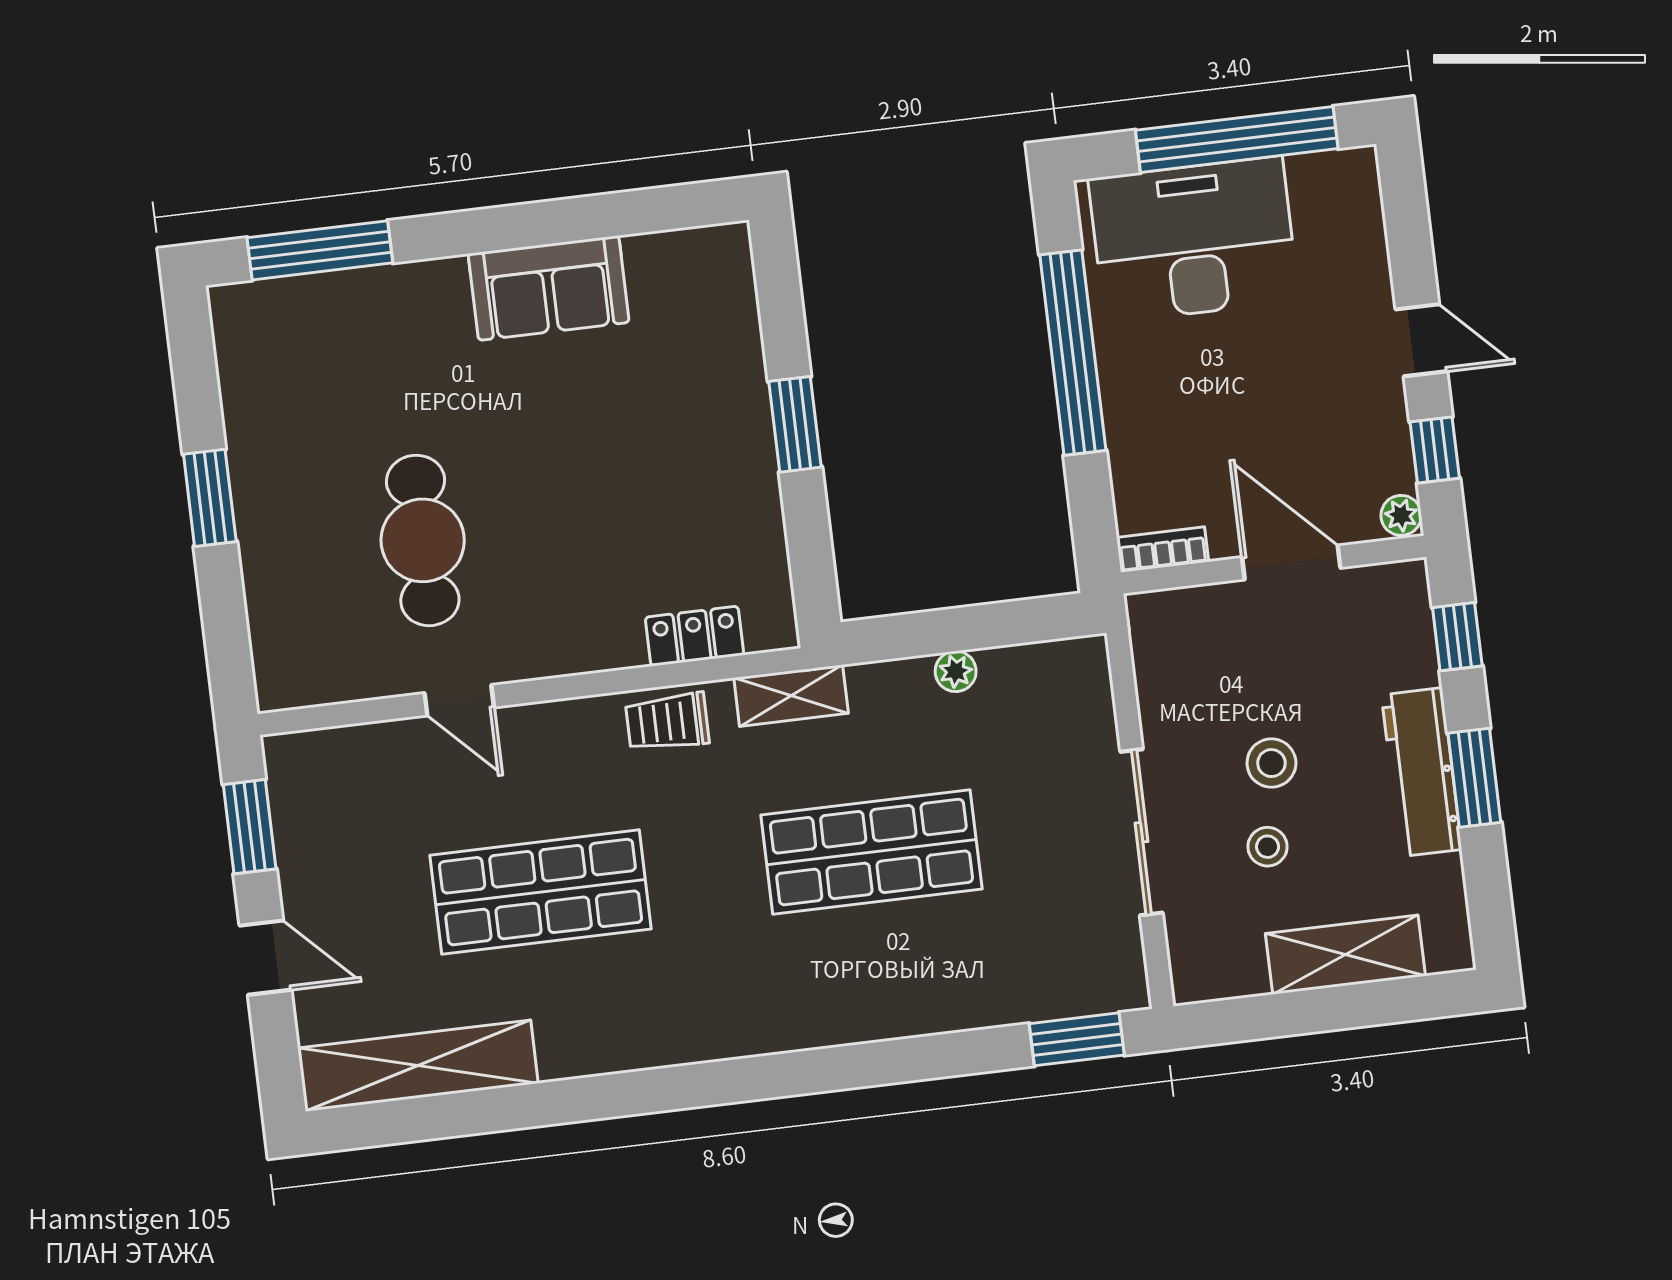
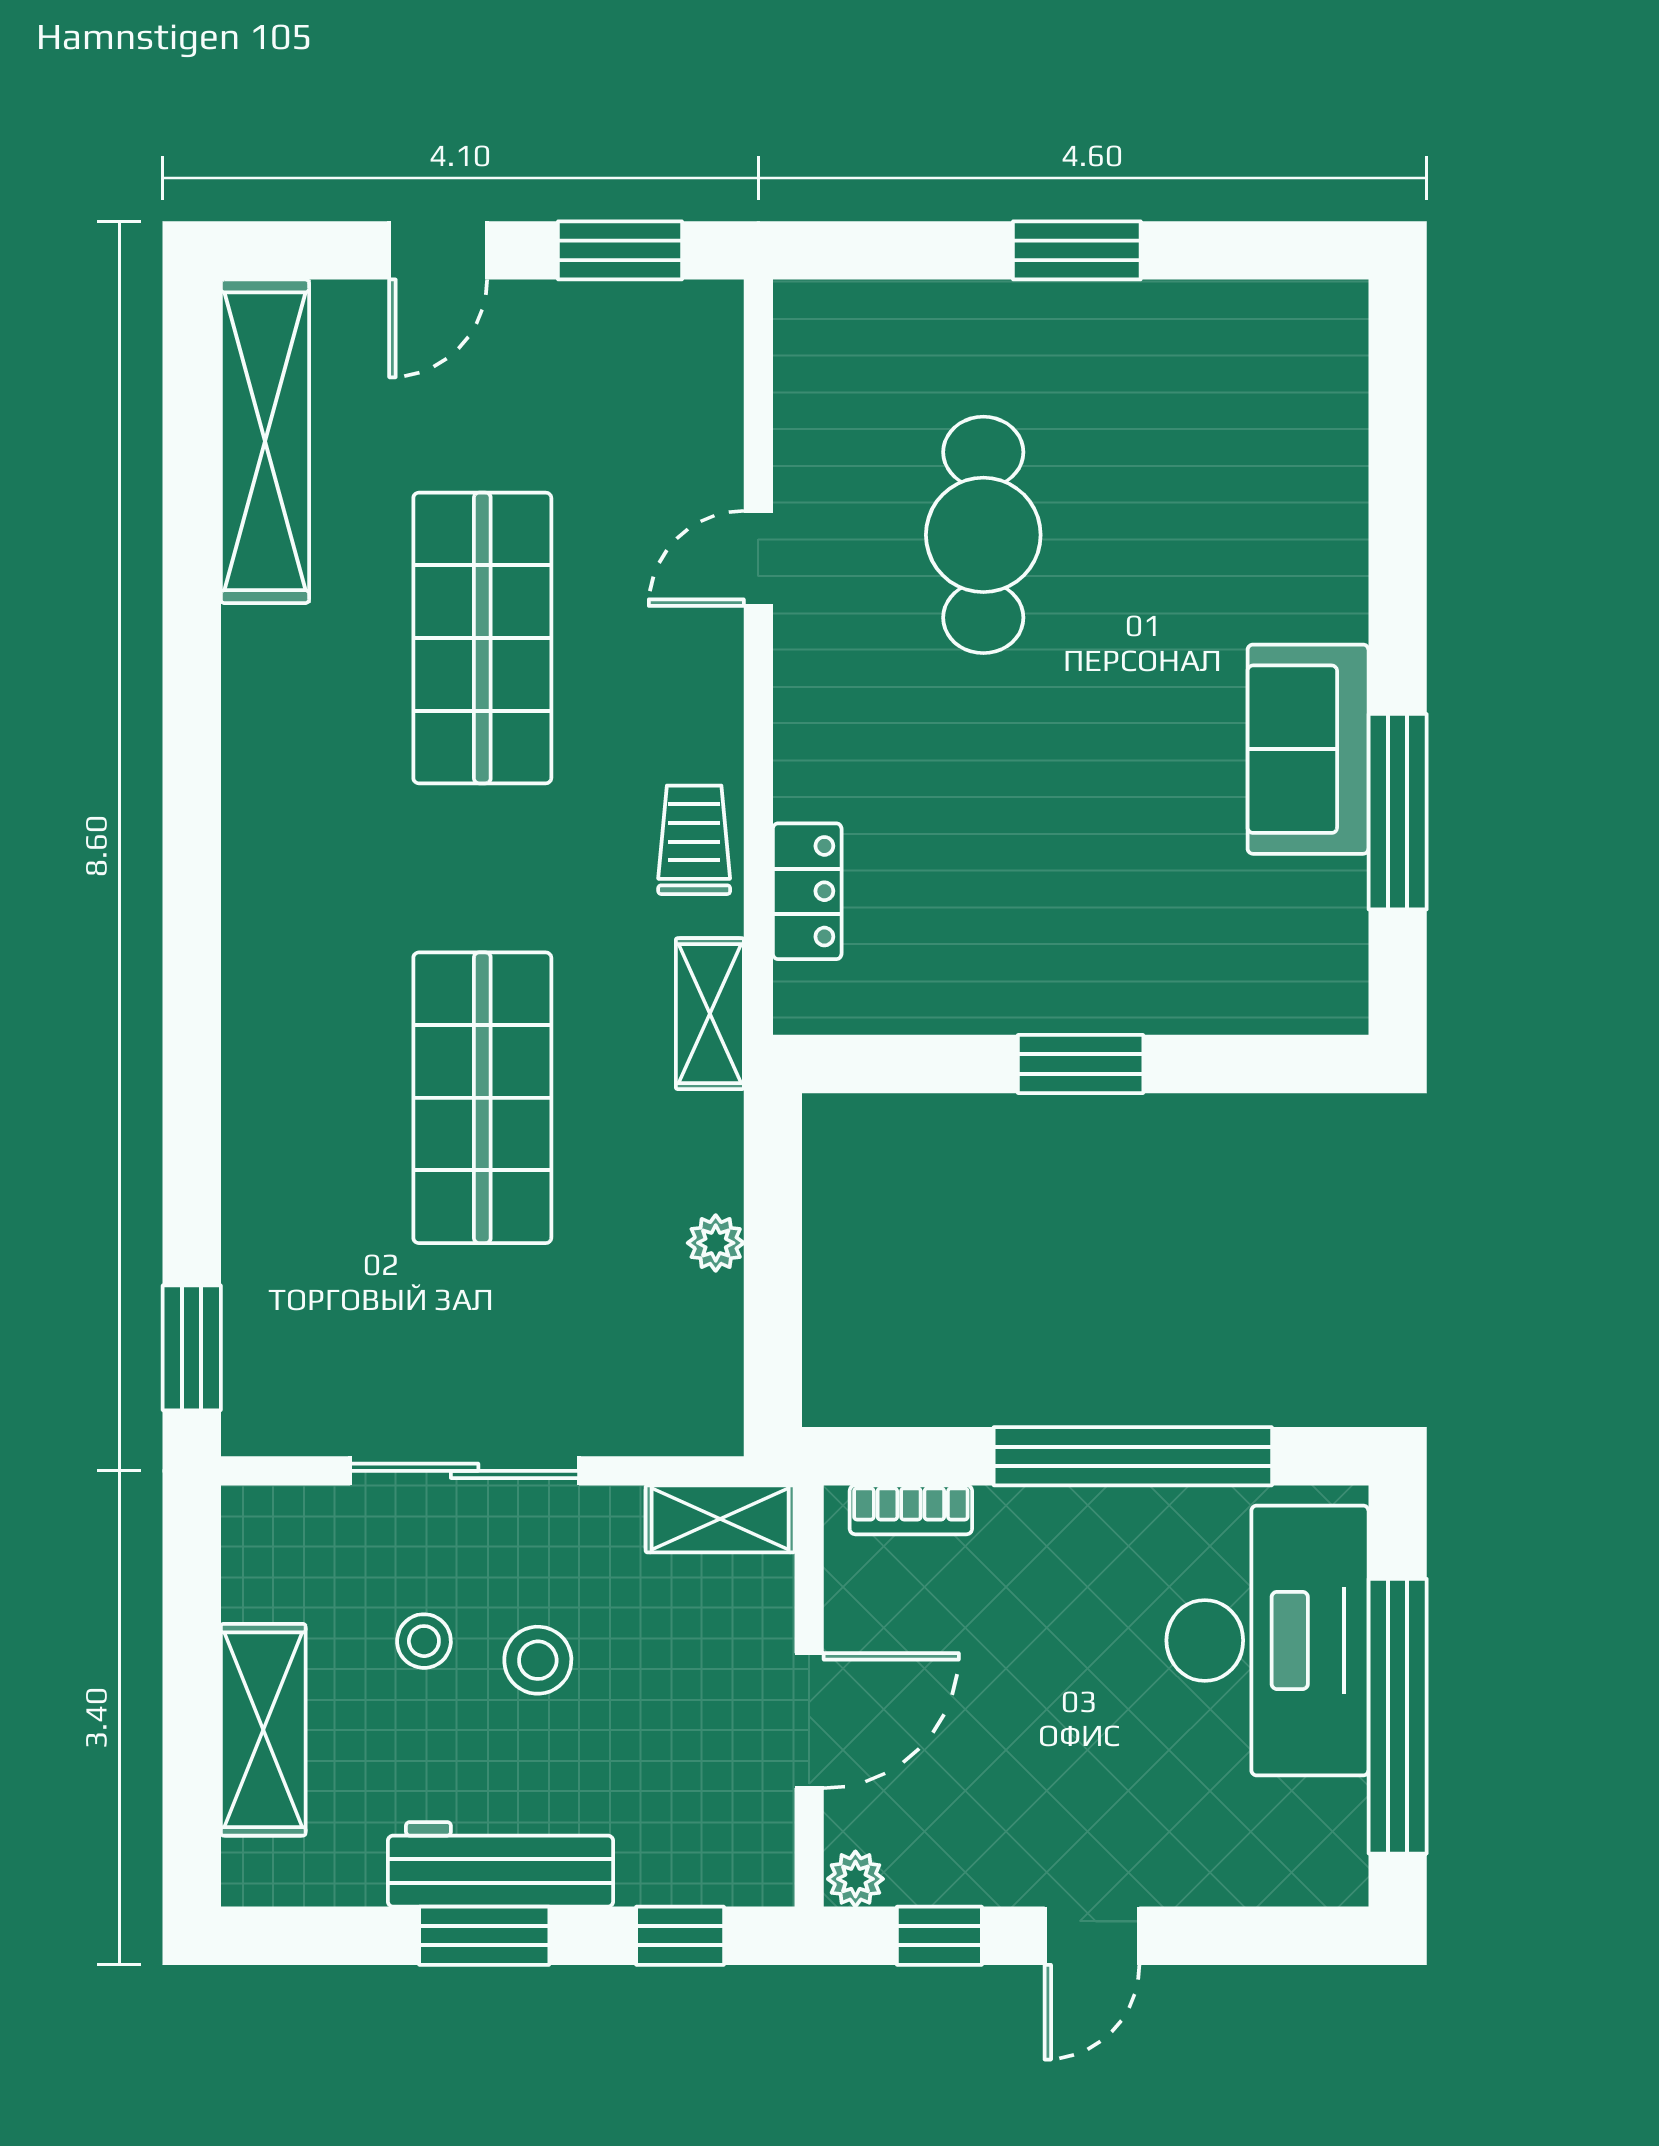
window: (320, 250) -> (1398, 812), moved
cafe table: (423, 540) -> (983, 535), turned 90
bookcase: (1163, 550) -> (911, 1510), moved, turned 90
shelving: (1154, 644) -> (720, 1519), added

